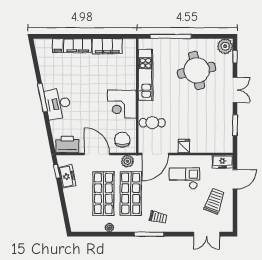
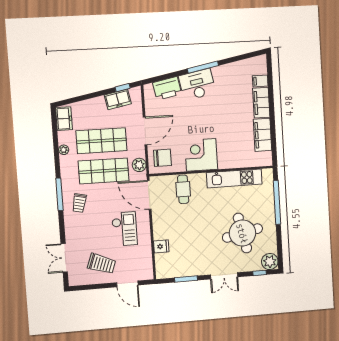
printer: (67, 144) -> (167, 88), moved, turned 79
fridge: (184, 146) -> (161, 246), moved
freezer: (223, 162) -> (64, 119), moved, turned 180

